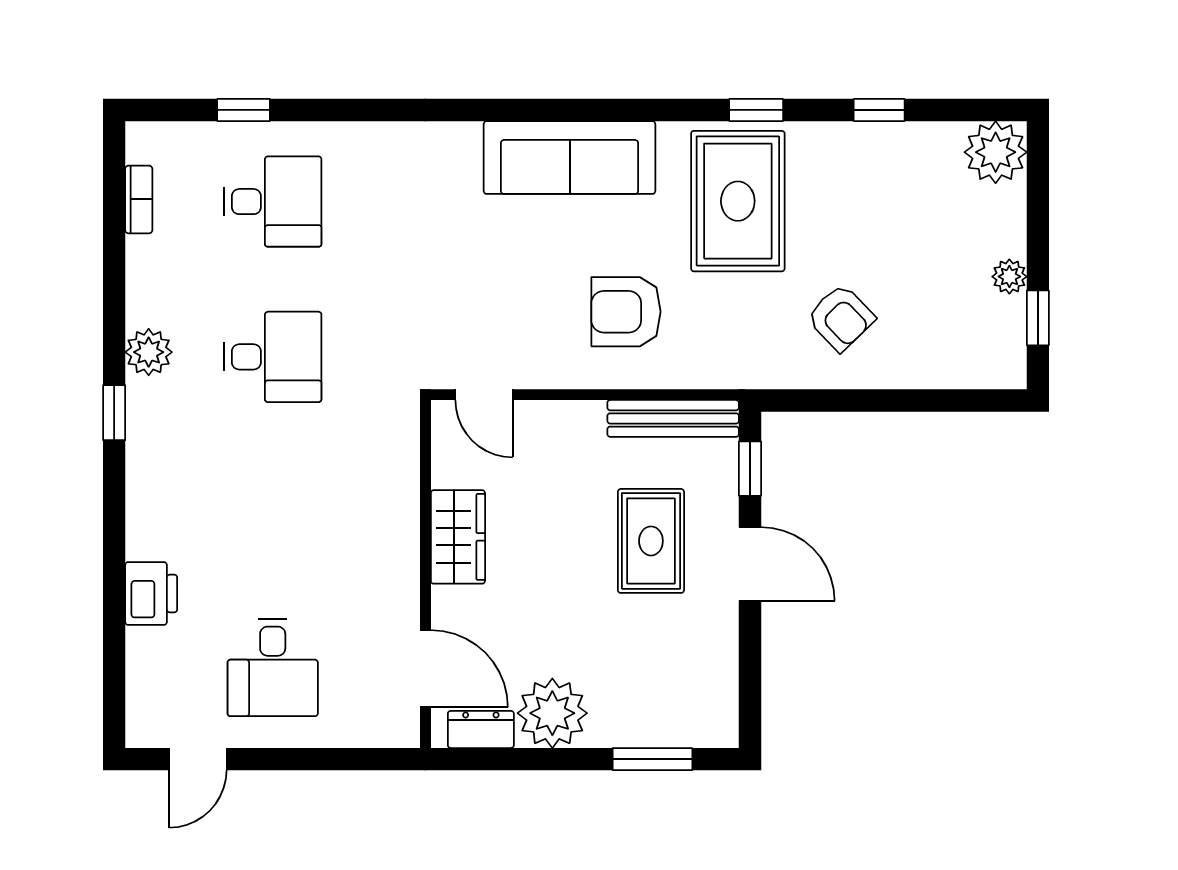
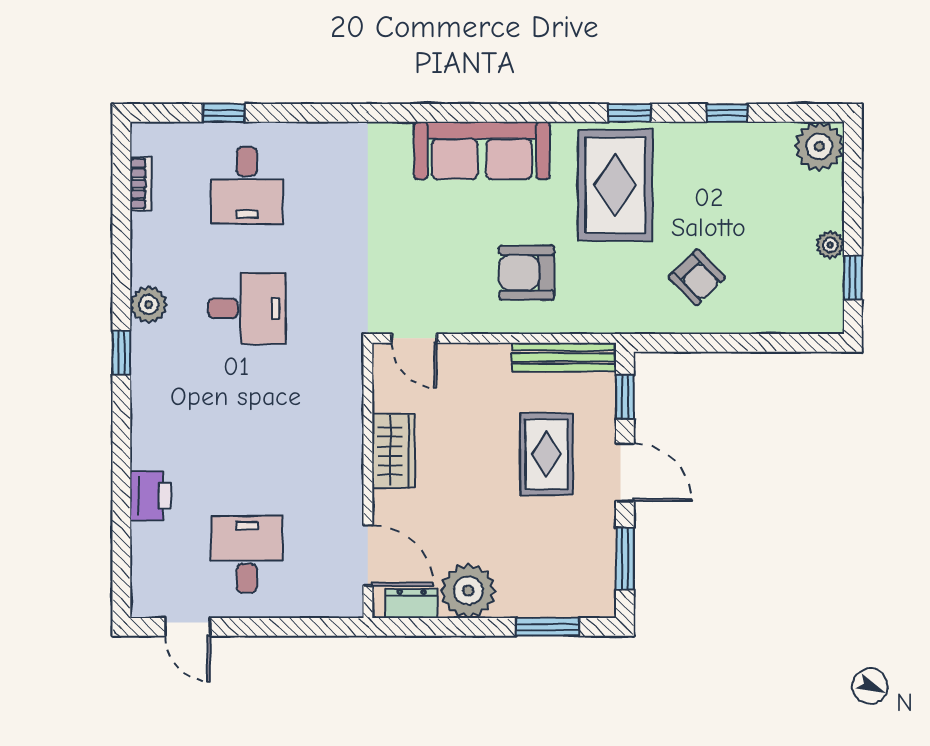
desk: (273, 202) -> (247, 185), turned 90
desk: (273, 667) -> (247, 554), turned 180
window: (750, 673) -> (625, 559), added
door: (198, 759) -> (187, 627), hinge flipped

